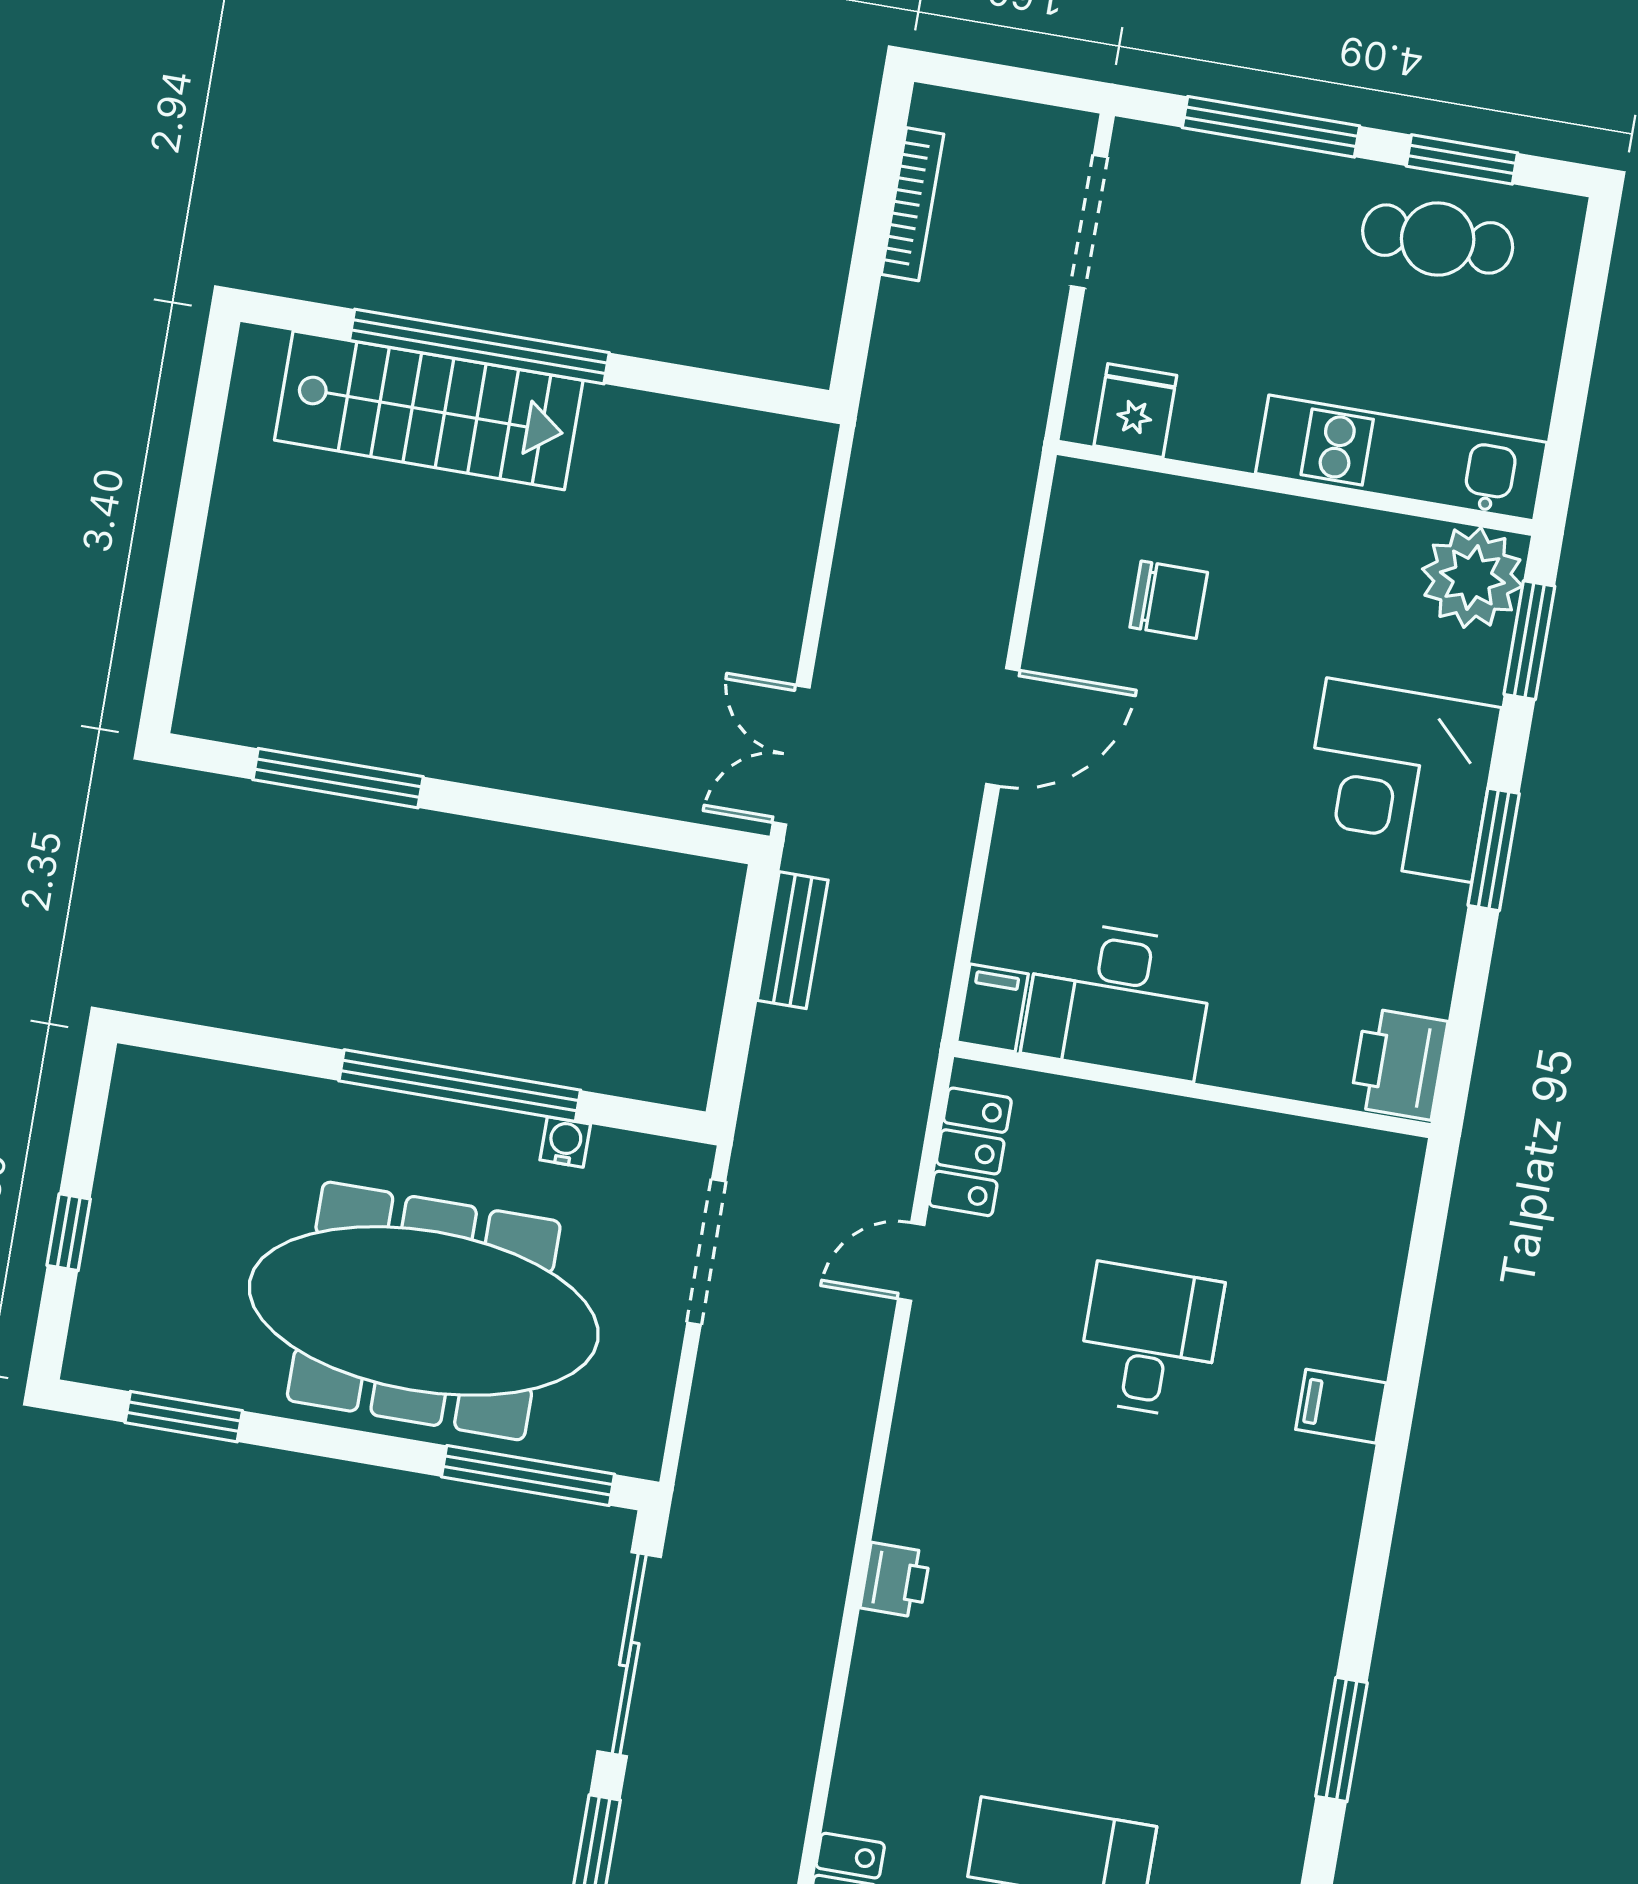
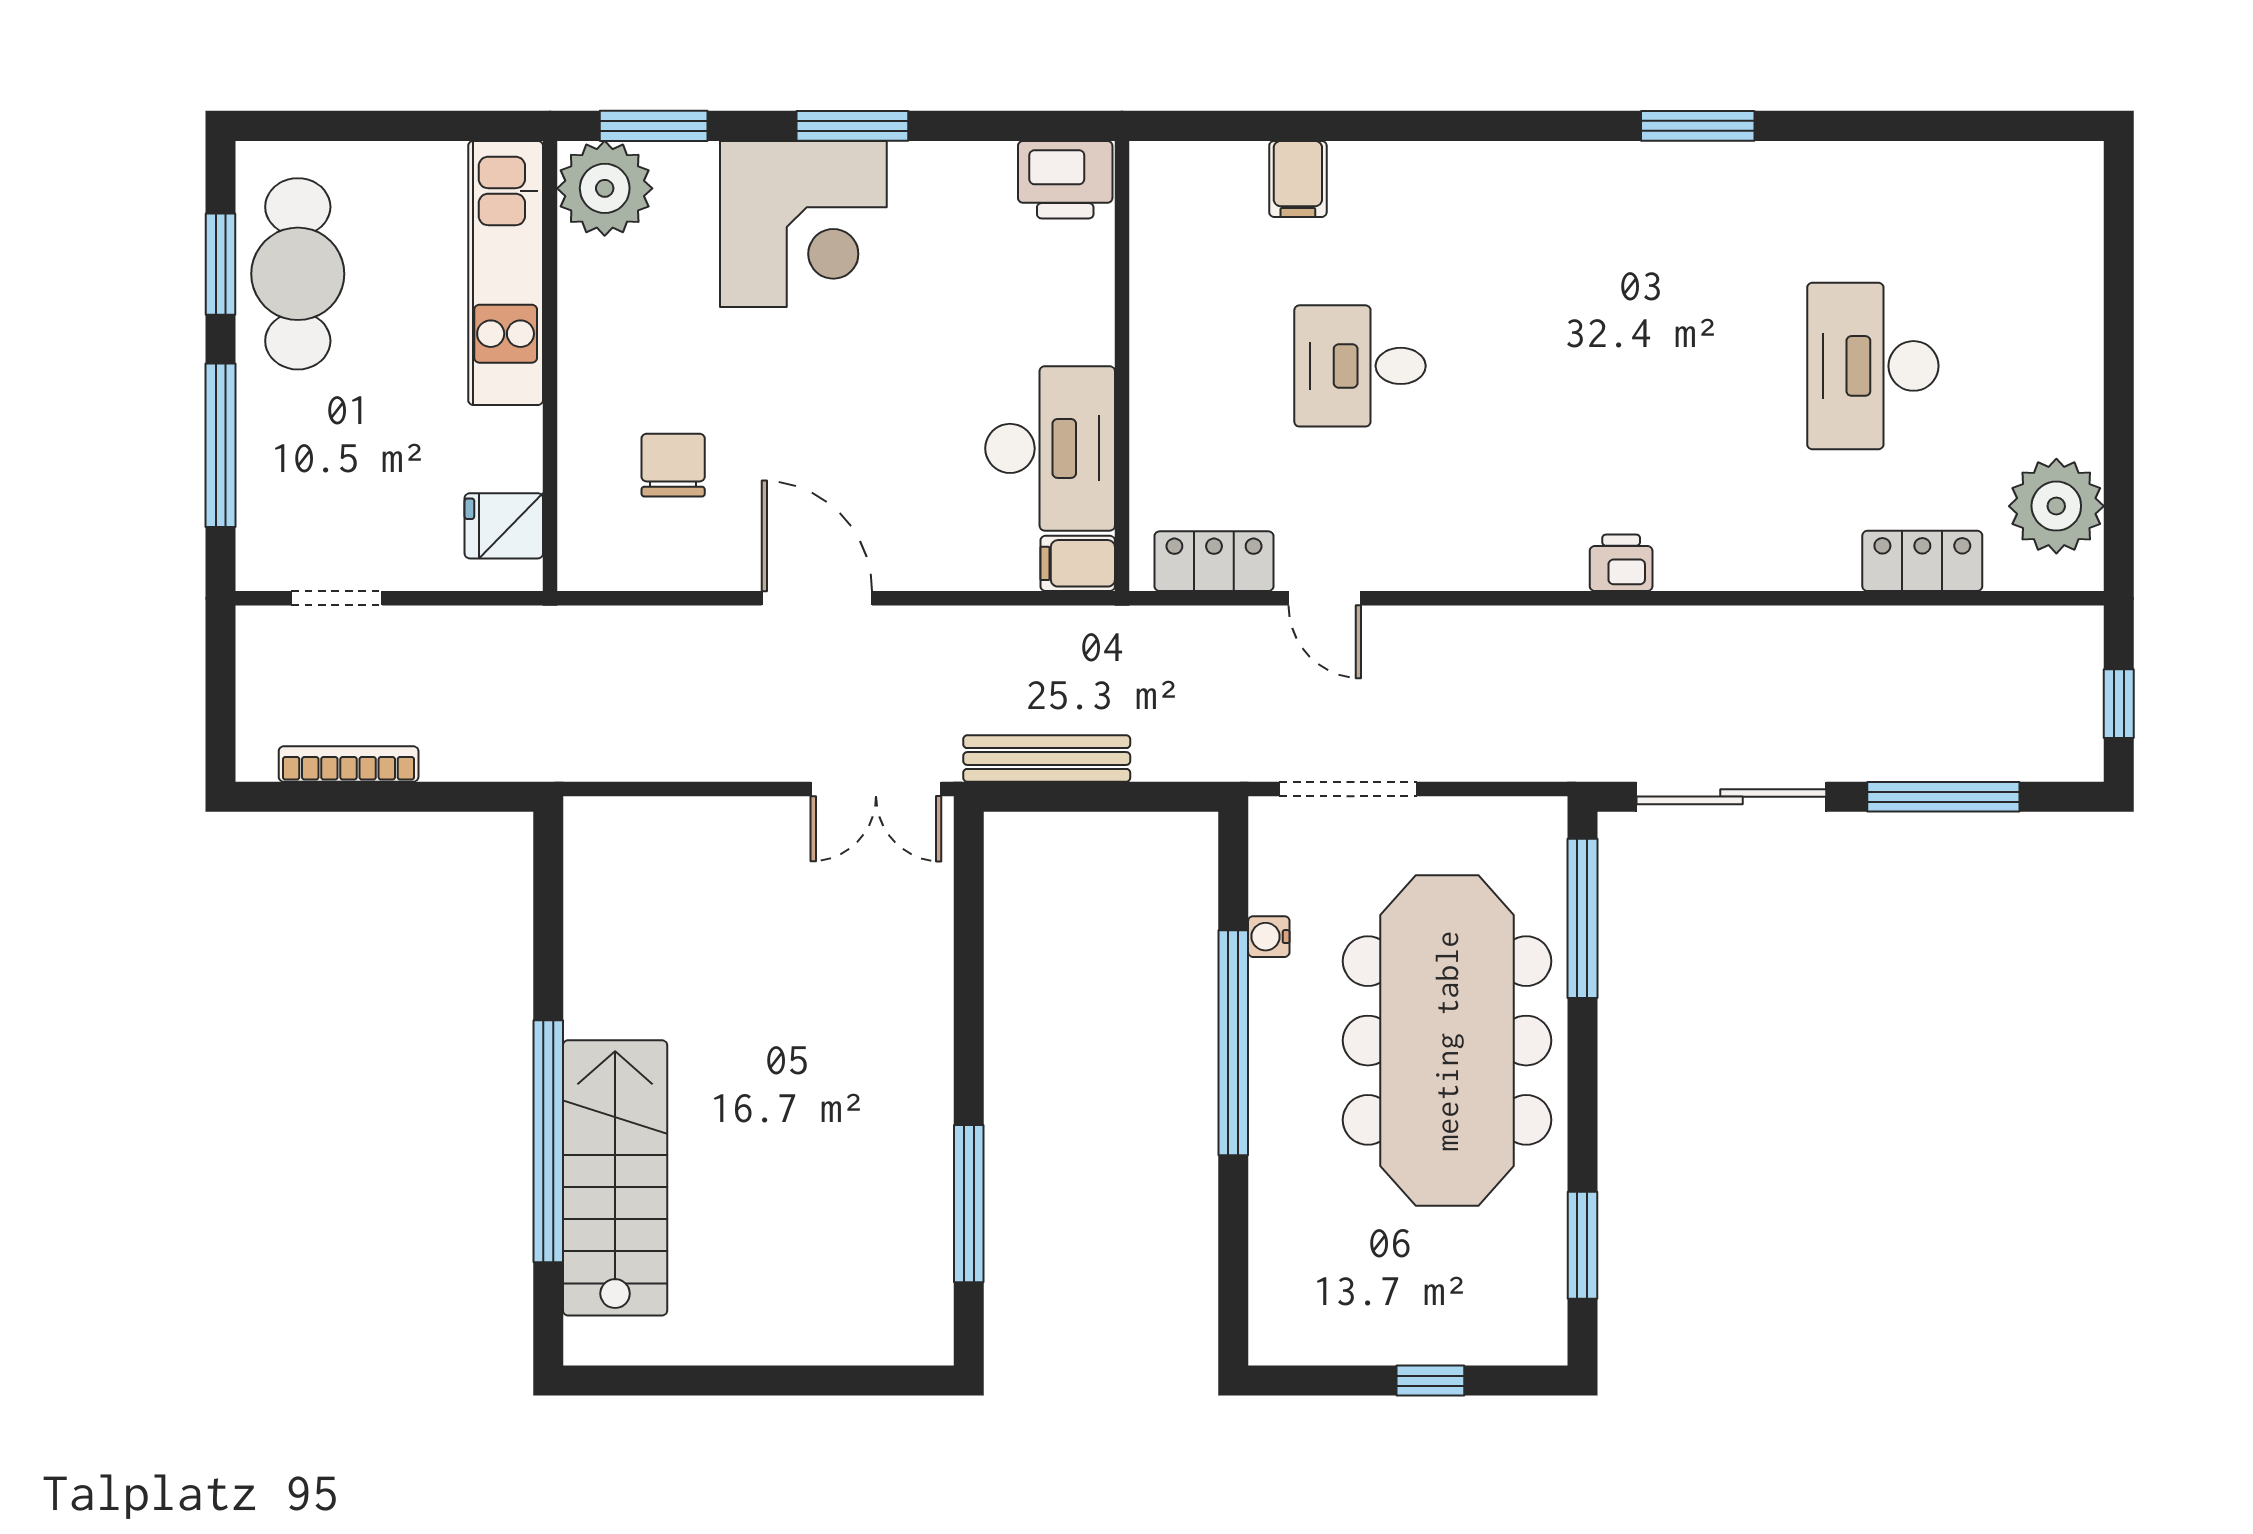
doorway: (1089, 222) -> (337, 598), width x0.73
cafe table: (1438, 239) -> (298, 274), width x1.37, depth x1.35
bench: (793, 940) -> (1047, 759), width x1.36
filing cabinet: (1341, 1406) -> (1298, 179), moved

